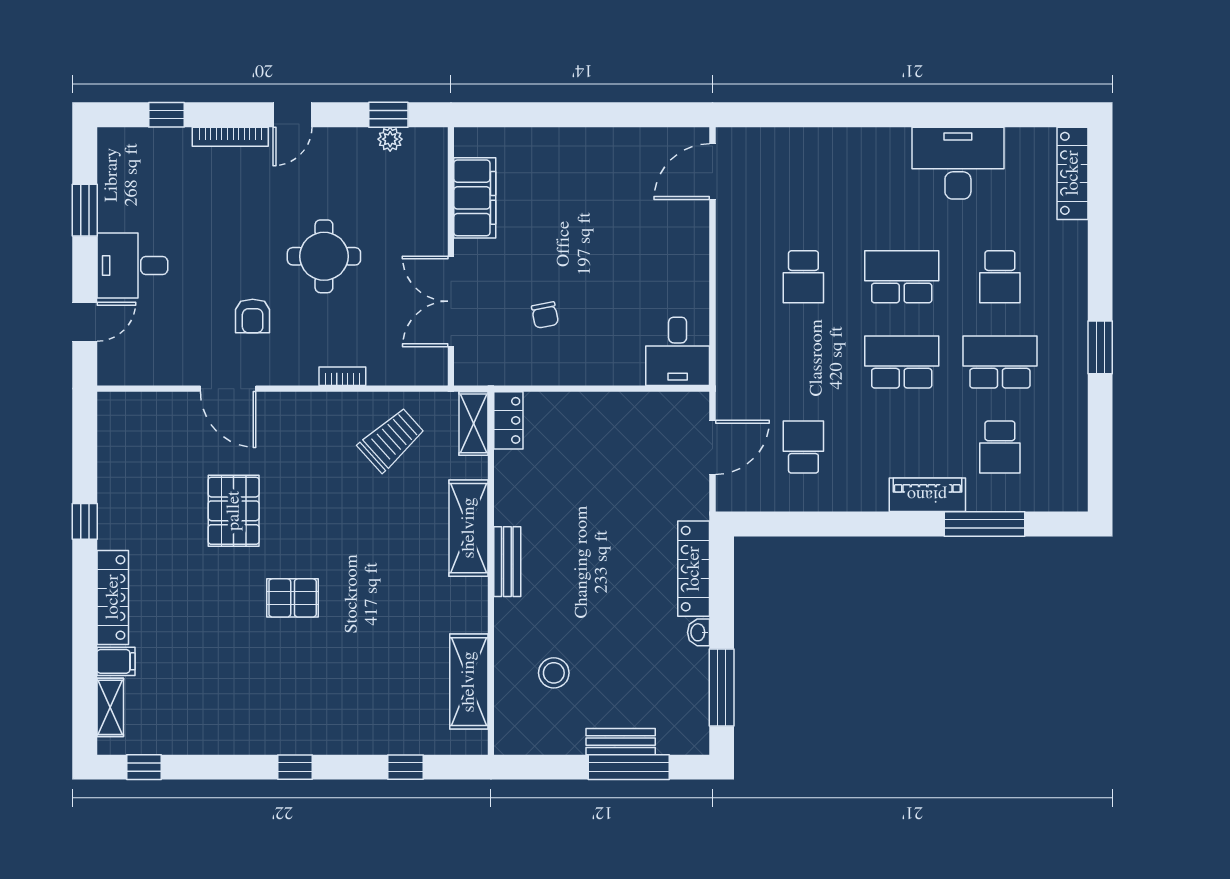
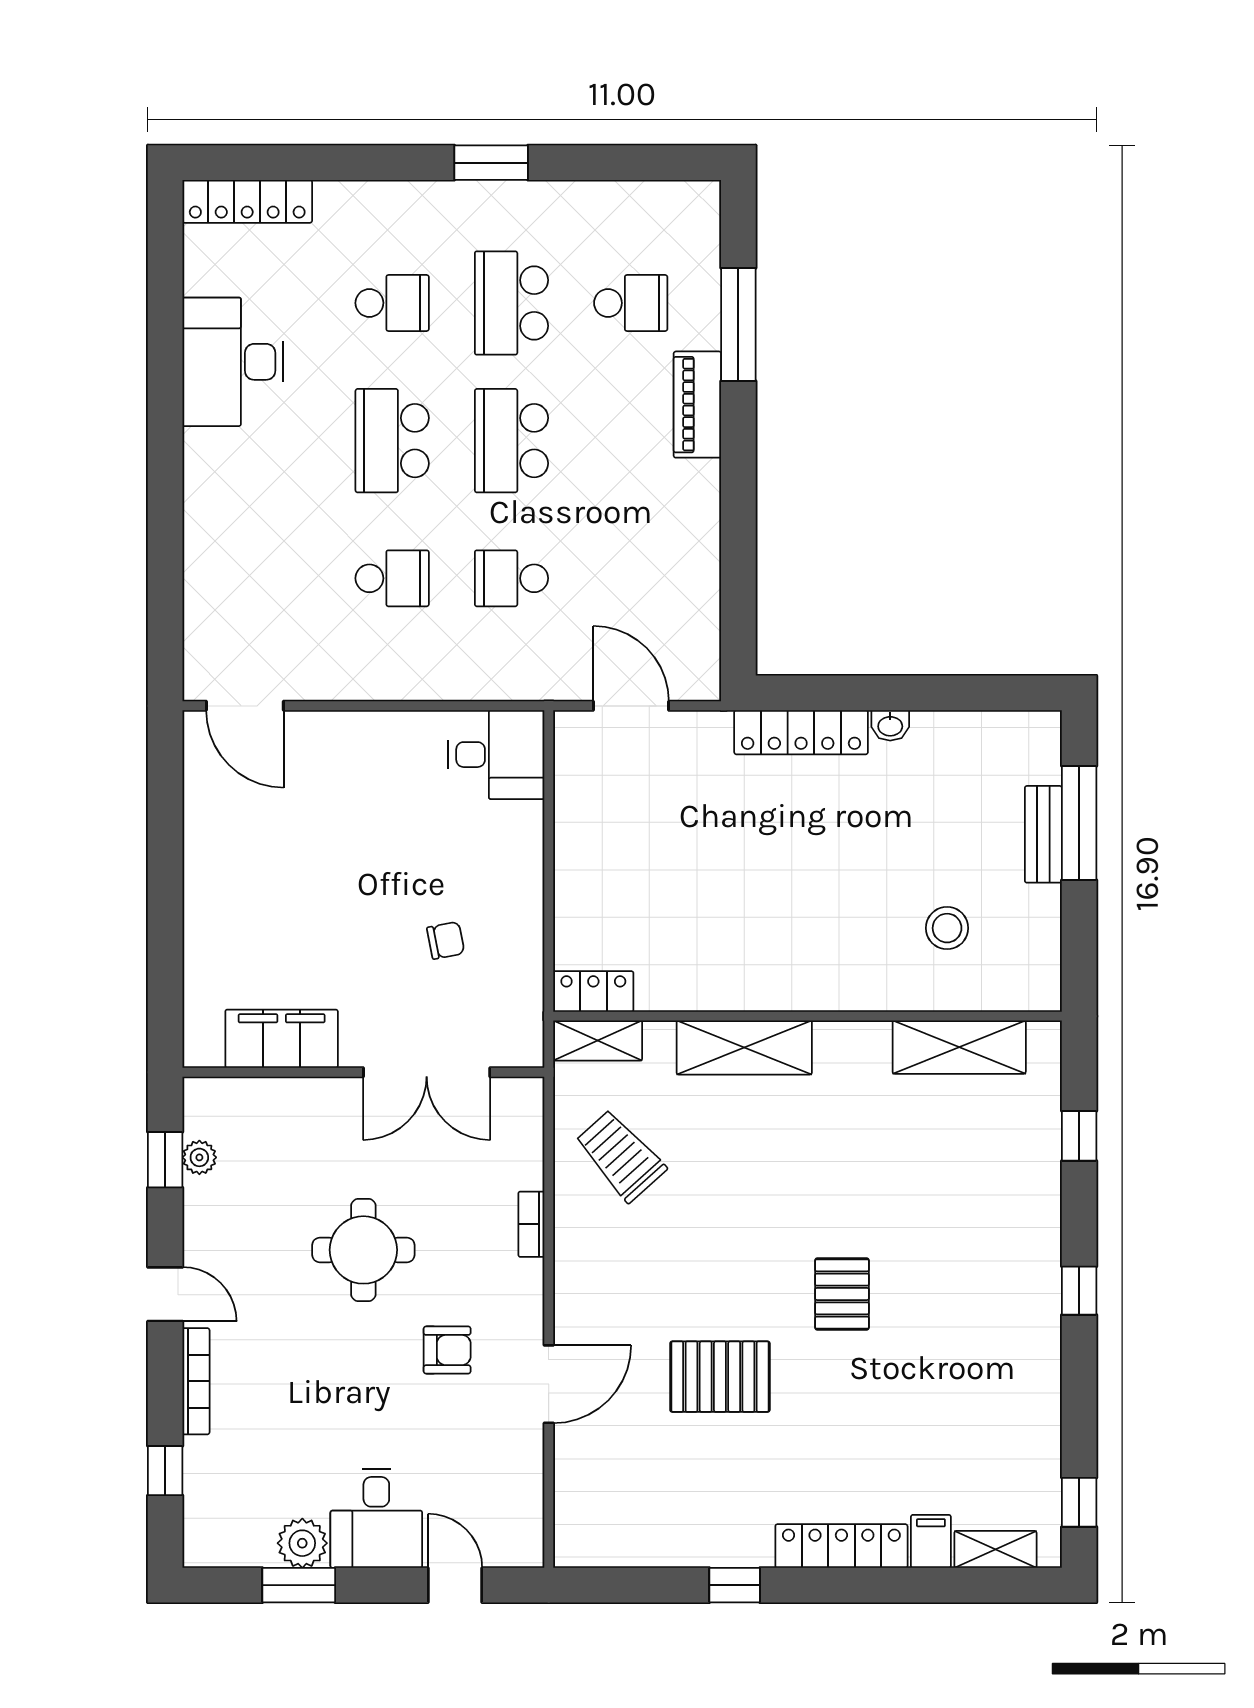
plant: (115, 213) -> (302, 1543), added
school desk: (803, 447) -> (511, 578), moved
bench: (507, 562) -> (791, 993), removed
window: (722, 687) -> (968, 693), removed

